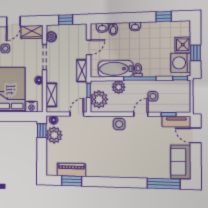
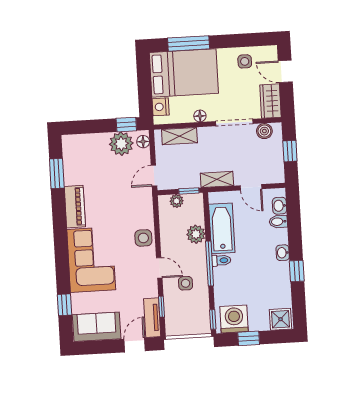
window: (164, 17) -> (297, 271), moved
shower: (183, 45) -> (281, 319), moved
plant: (99, 99) -> (177, 201), width x0.53, depth x0.53
door: (77, 114) -> (154, 176), swing flipped
corner sofa: (132, 162) -> (91, 260), added
piano: (71, 170) -> (75, 207), moved
window: (163, 184) -> (64, 305), width x0.46

